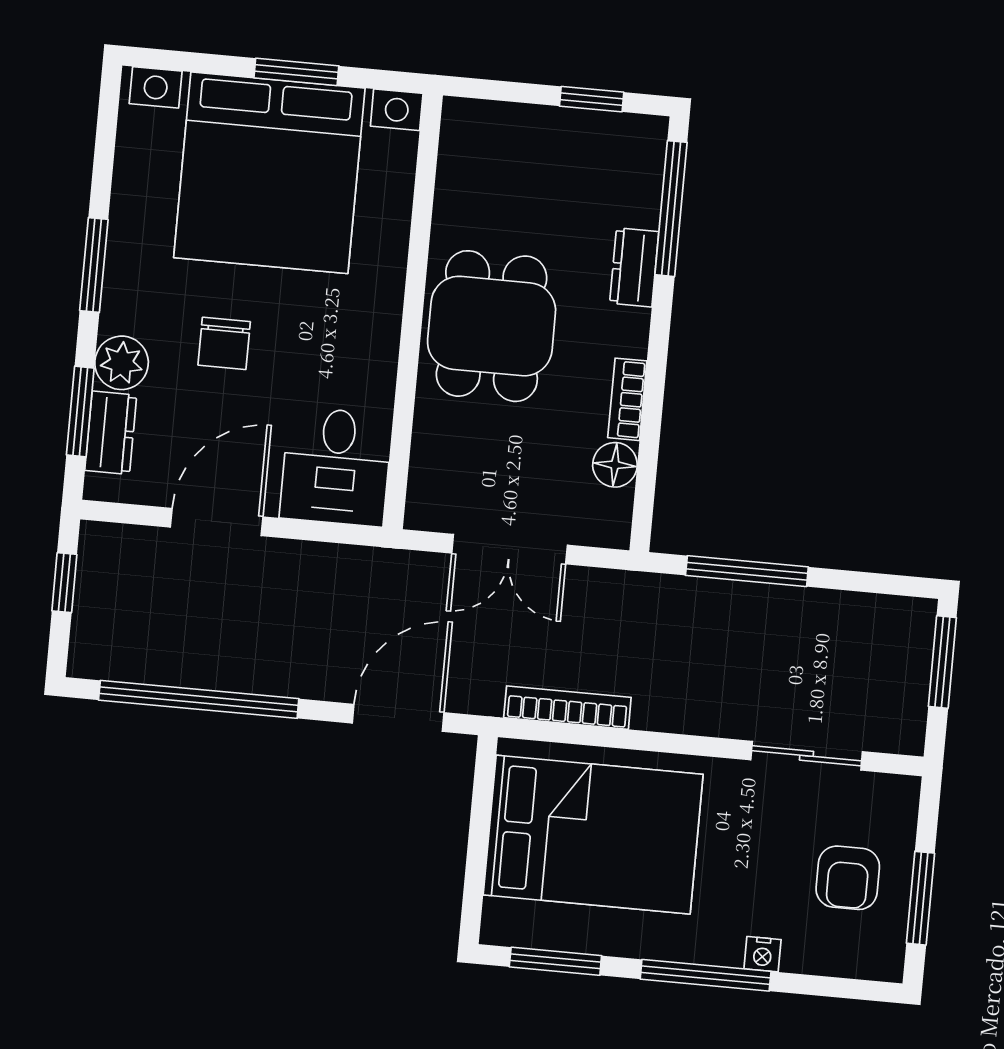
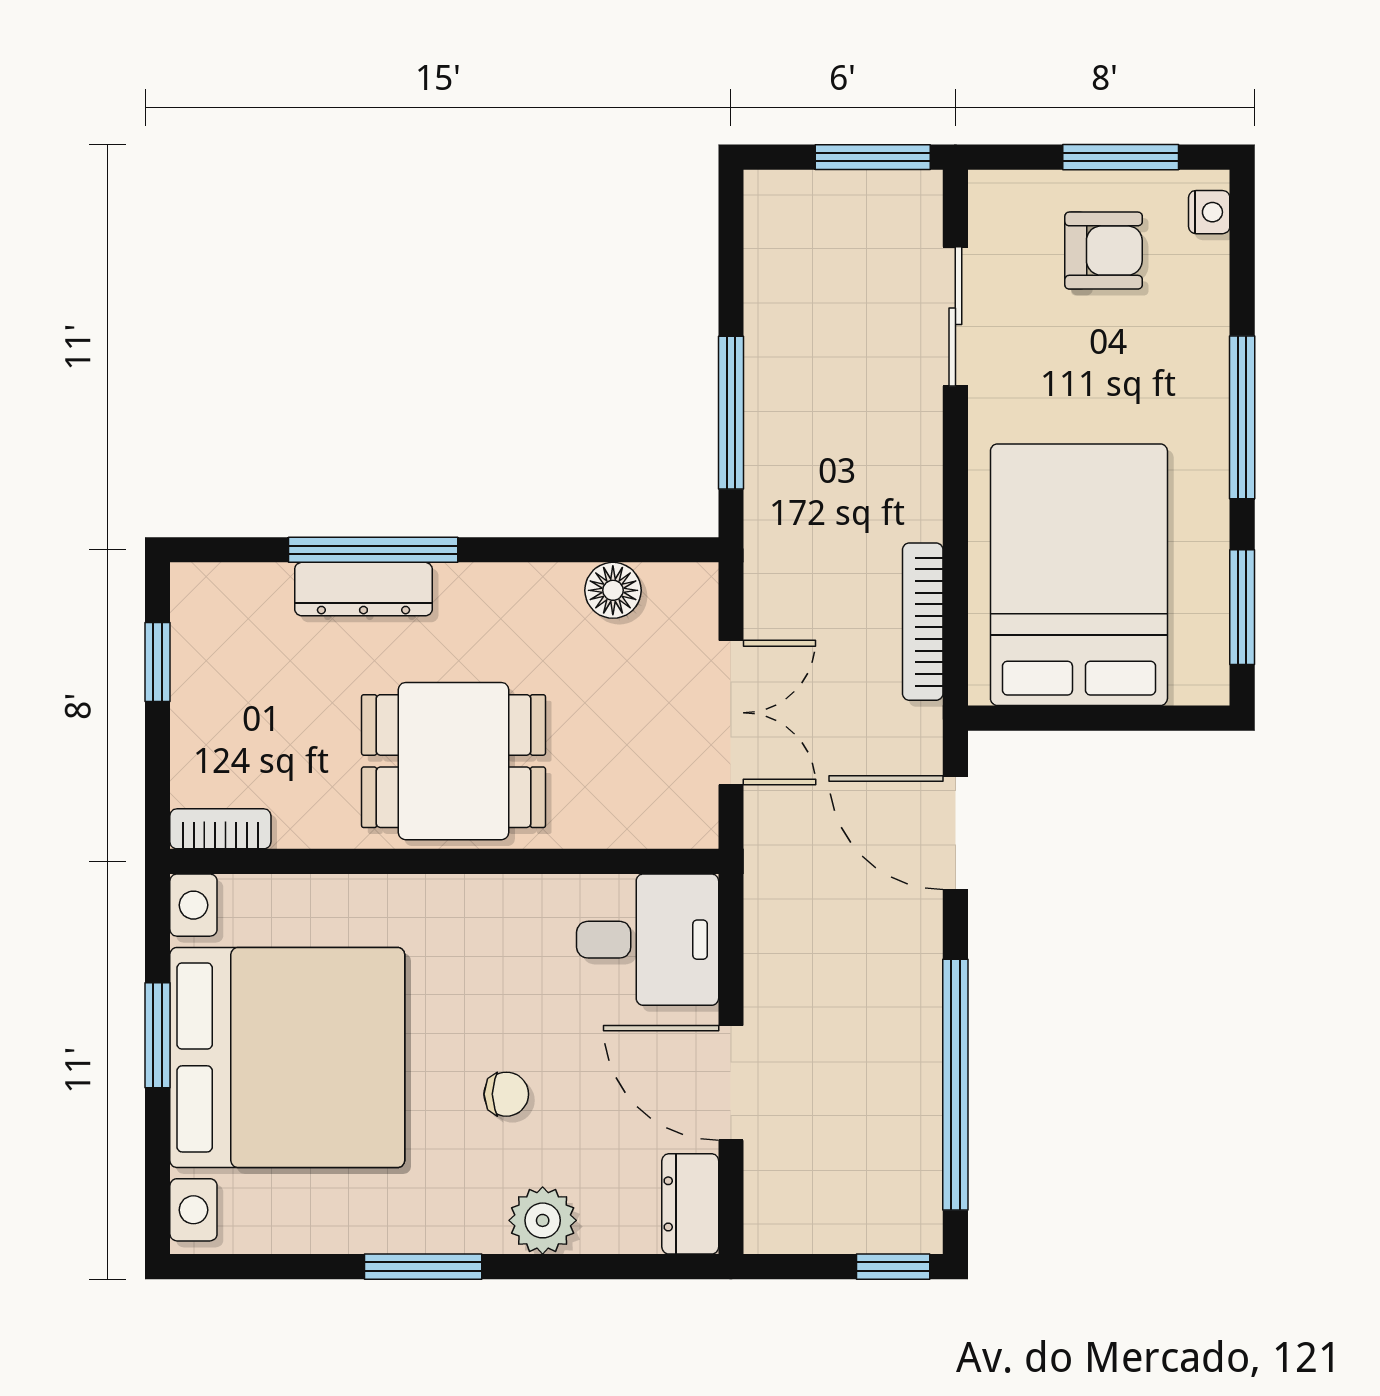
window: (671, 209) -> (373, 550), moved
dresser: (634, 267) -> (363, 589), width x1.44
chair: (224, 343) -> (506, 1094), width x0.73, depth x0.73
bookcase: (627, 399) -> (220, 829), moved, turned 180
window: (80, 412) -> (608, 1267), removed
dresser: (111, 433) -> (690, 1204), moved, turned -90
window: (64, 583) -> (893, 1267), moved
window: (942, 662) -> (873, 157), moved
nightstand: (763, 954) -> (1209, 212), moved

